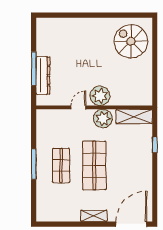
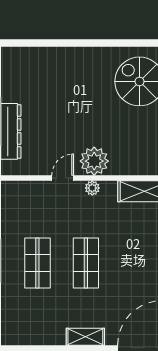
plant: (103, 119) -> (92, 188), width x0.53, depth x0.53
shop shelf: (94, 165) -> (86, 263), width x0.70, depth x0.74

